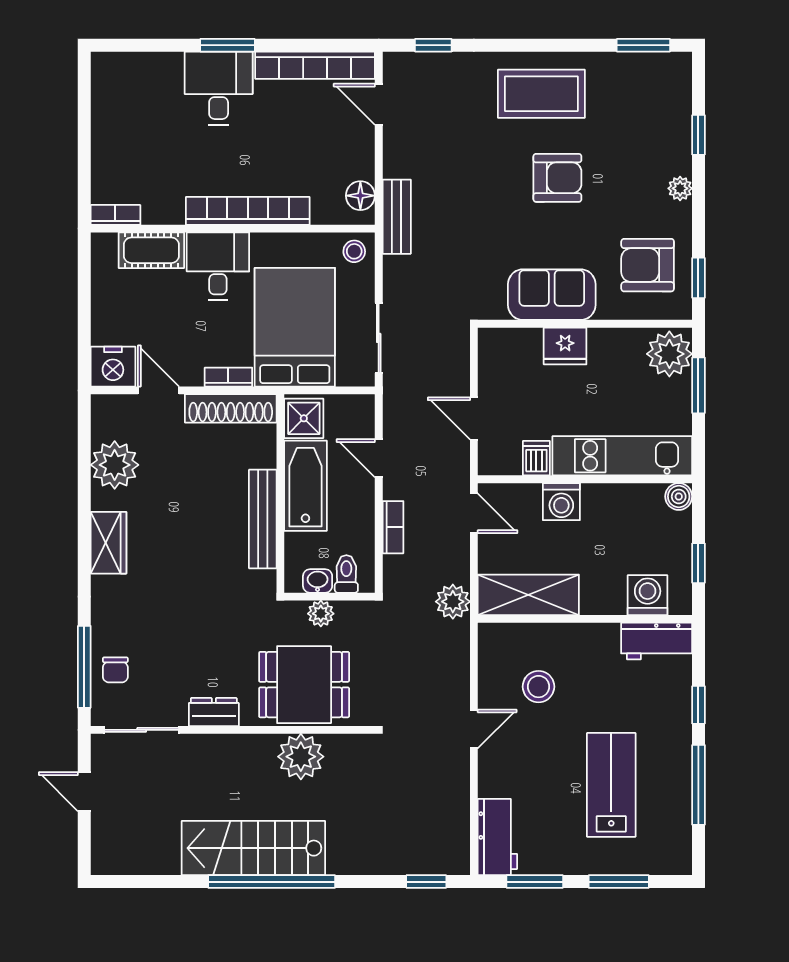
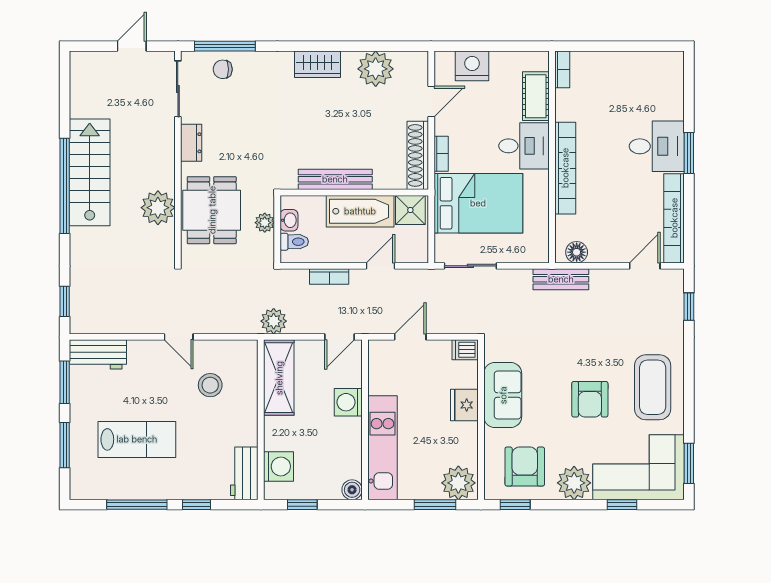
corner sofa: (649, 113) -> (638, 467), added
plant: (680, 188) -> (574, 483), width x1.88, depth x1.88
stool: (354, 251) -> (535, 248), removed
nightstand: (113, 367) -> (472, 66), moved, turned 90
dishwasher: (536, 458) -> (465, 350), moved, turned 180

